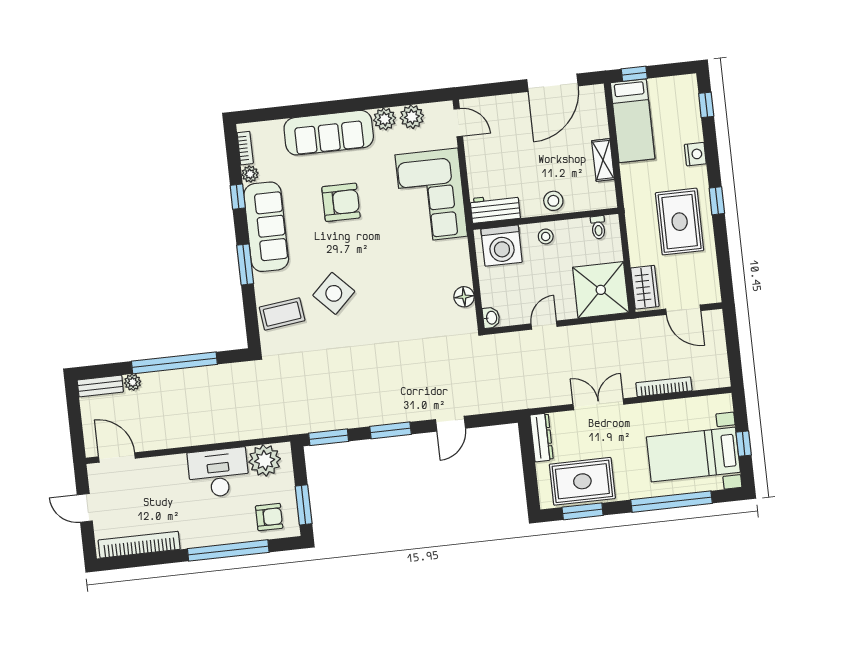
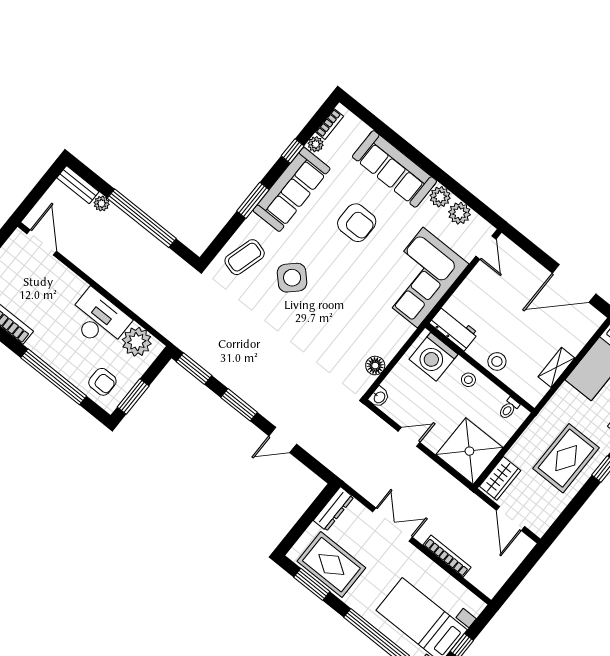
coffee table: (282, 314) -> (245, 257), turned -67

